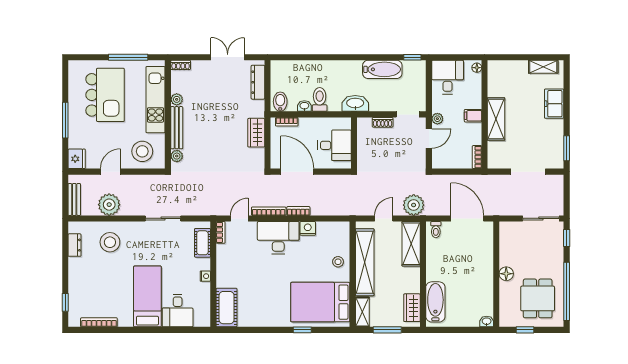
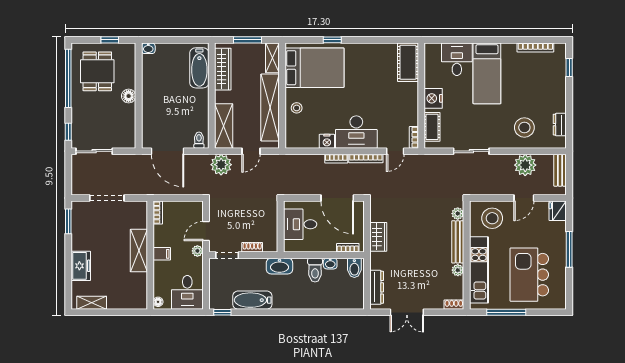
nightstand: (205, 276) -> (433, 98), width x1.89, depth x1.79
wardrobe: (412, 308) -> (223, 69), width x1.50

